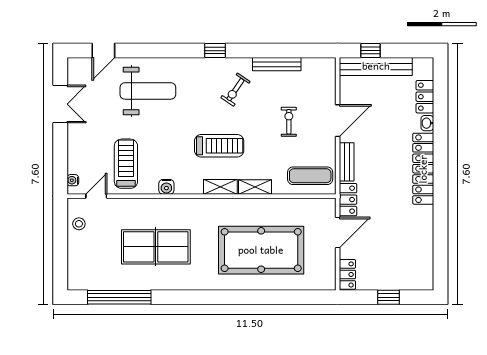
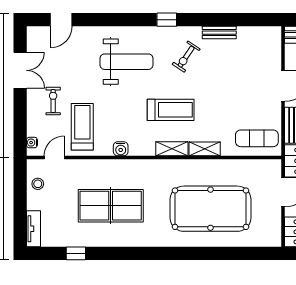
bench: (277, 64) -> (219, 33), width x0.73
weight bench: (148, 91) -> (127, 62), moved
exercise bike: (289, 122) -> (53, 101), moved
tv unit: (74, 271) -> (33, 229), added
window: (119, 297) -> (76, 253), width x0.32

